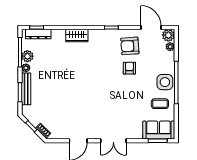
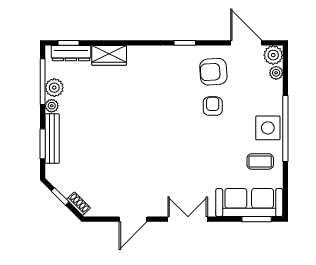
wardrobe: (77, 35) -> (109, 55), moved
sofa: (159, 130) -> (249, 203), width x1.36
double door: (113, 141) -> (188, 219), swing flipped

